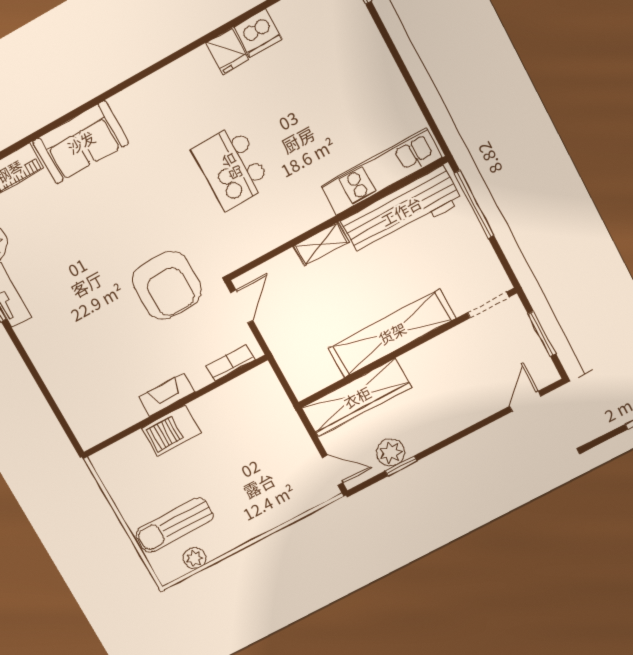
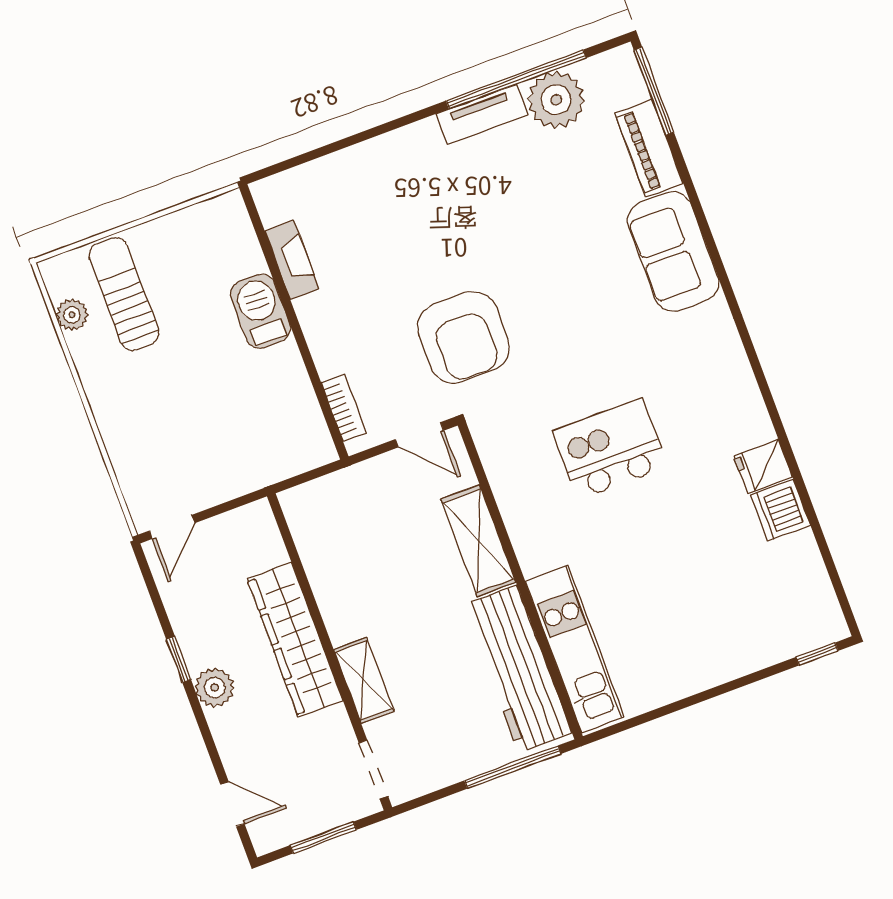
shelving: (321, 244) -> (478, 541), width x1.50, depth x1.33
armchair: (167, 285) -> (463, 337), turned -90
shelving: (392, 333) -> (364, 680), width x0.45, depth x0.75
fireplace: (167, 395) -> (292, 260), moved
wardrobe: (357, 397) -> (295, 640), moved
plant: (391, 452) -> (215, 688), moved
window: (401, 466) -> (179, 660), moved

